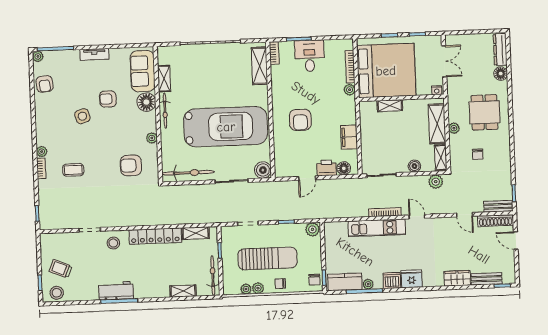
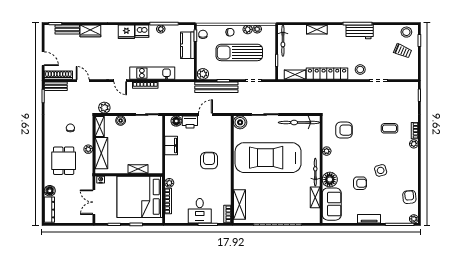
bench: (295, 213) -> (216, 87), added
kitchen counter: (345, 282) -> (187, 45), moved, turned 90
shelving: (183, 291) -> (317, 29), moved

